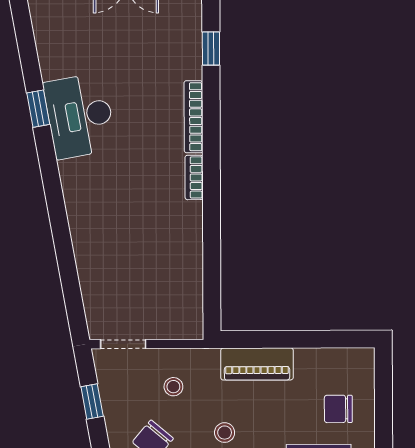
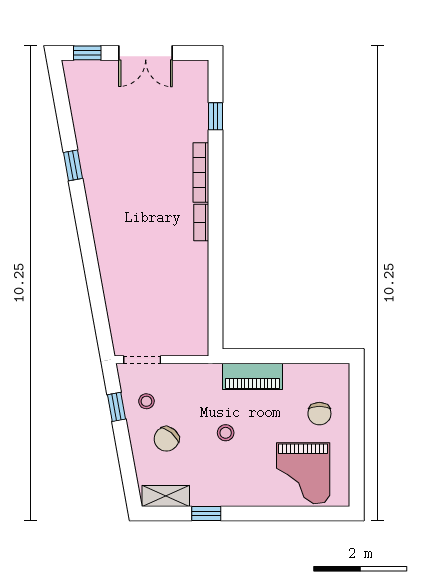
desk: (80, 116) -> (107, 171), removed
stool: (173, 387) -> (146, 401), moved
chair: (338, 409) -> (319, 414), turned -90

